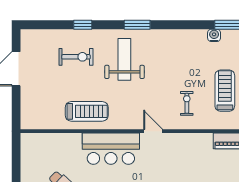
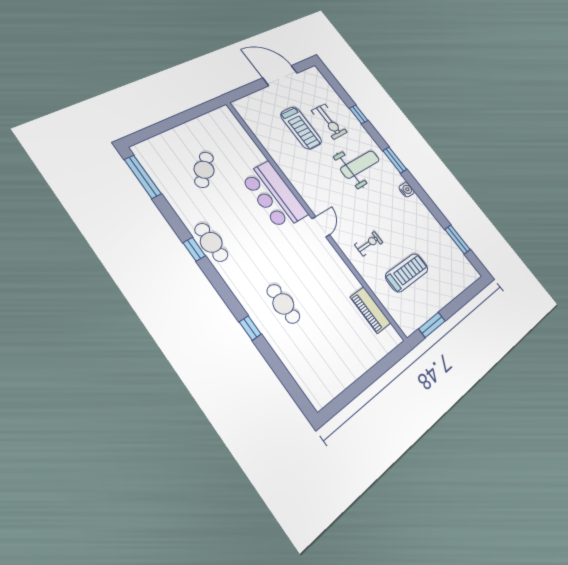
water cooler: (214, 35) -> (407, 190), moved
treadmill: (87, 111) -> (301, 128), moved

